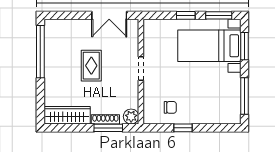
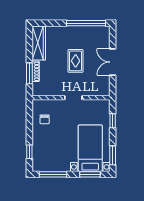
double door: (109, 15) -> (113, 62), moved
window: (186, 15) -> (113, 121), moved
rug: (91, 66) -> (76, 61), turned 90
plant: (131, 117) -> (38, 90), removed
window: (183, 128) -> (29, 152), moved

